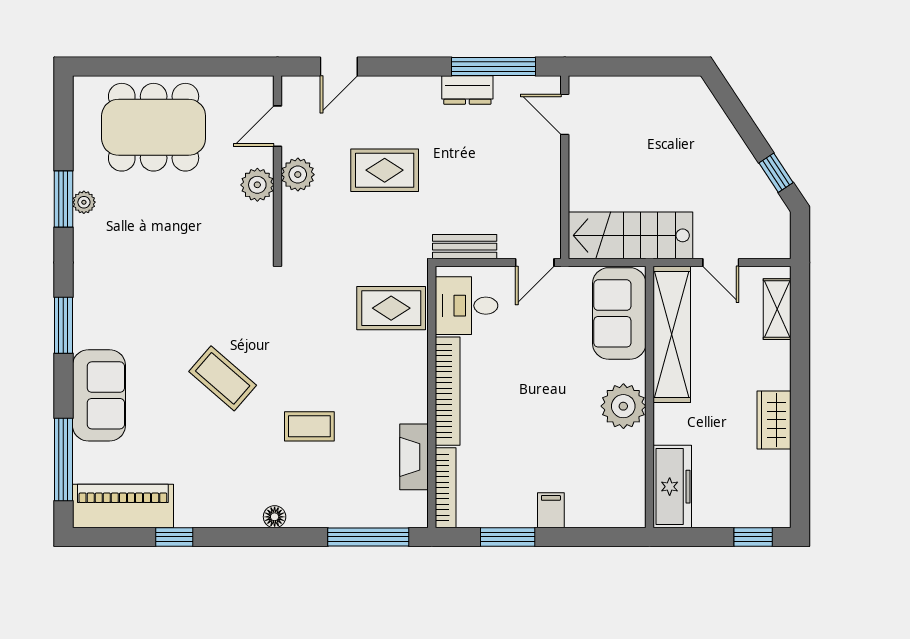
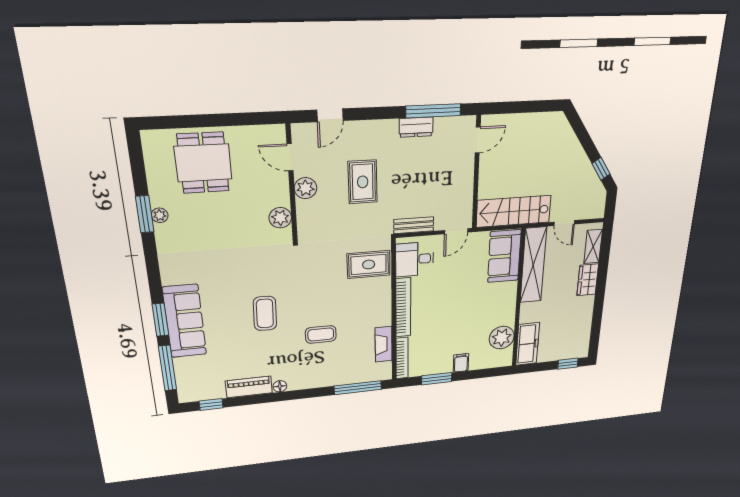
door: (565, 114) -> (478, 140), swing flipped
door: (278, 126) -> (290, 157), hinge flipped
dining table: (154, 127) -> (203, 163), width x0.73
rug: (385, 170) -> (363, 182), turned 90
plant: (257, 185) -> (280, 218), moved
window: (63, 325) -> (160, 320), moved
coffee table: (223, 378) -> (265, 313), turned 51
sofa: (99, 395) -> (185, 321), width x1.36
plant: (623, 406) -> (502, 338), moved
wardrobe: (774, 420) -> (588, 280), moved
piano: (123, 506) -> (249, 387), moved, width x0.73, depth x0.75
floor lamp: (275, 517) -> (280, 386), moved
window: (174, 537) -> (211, 404), moved

